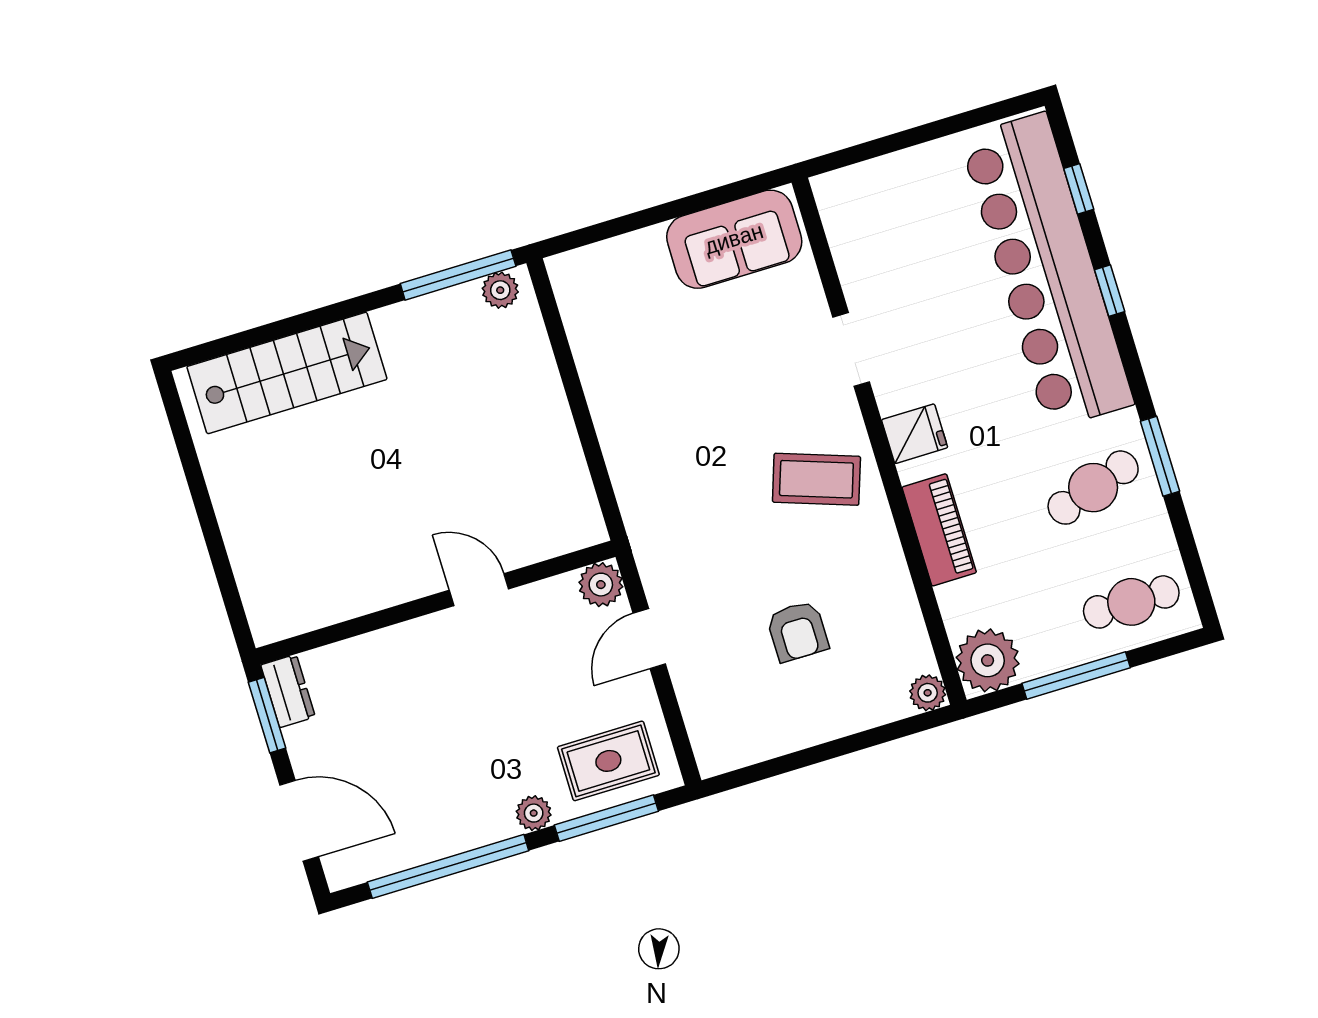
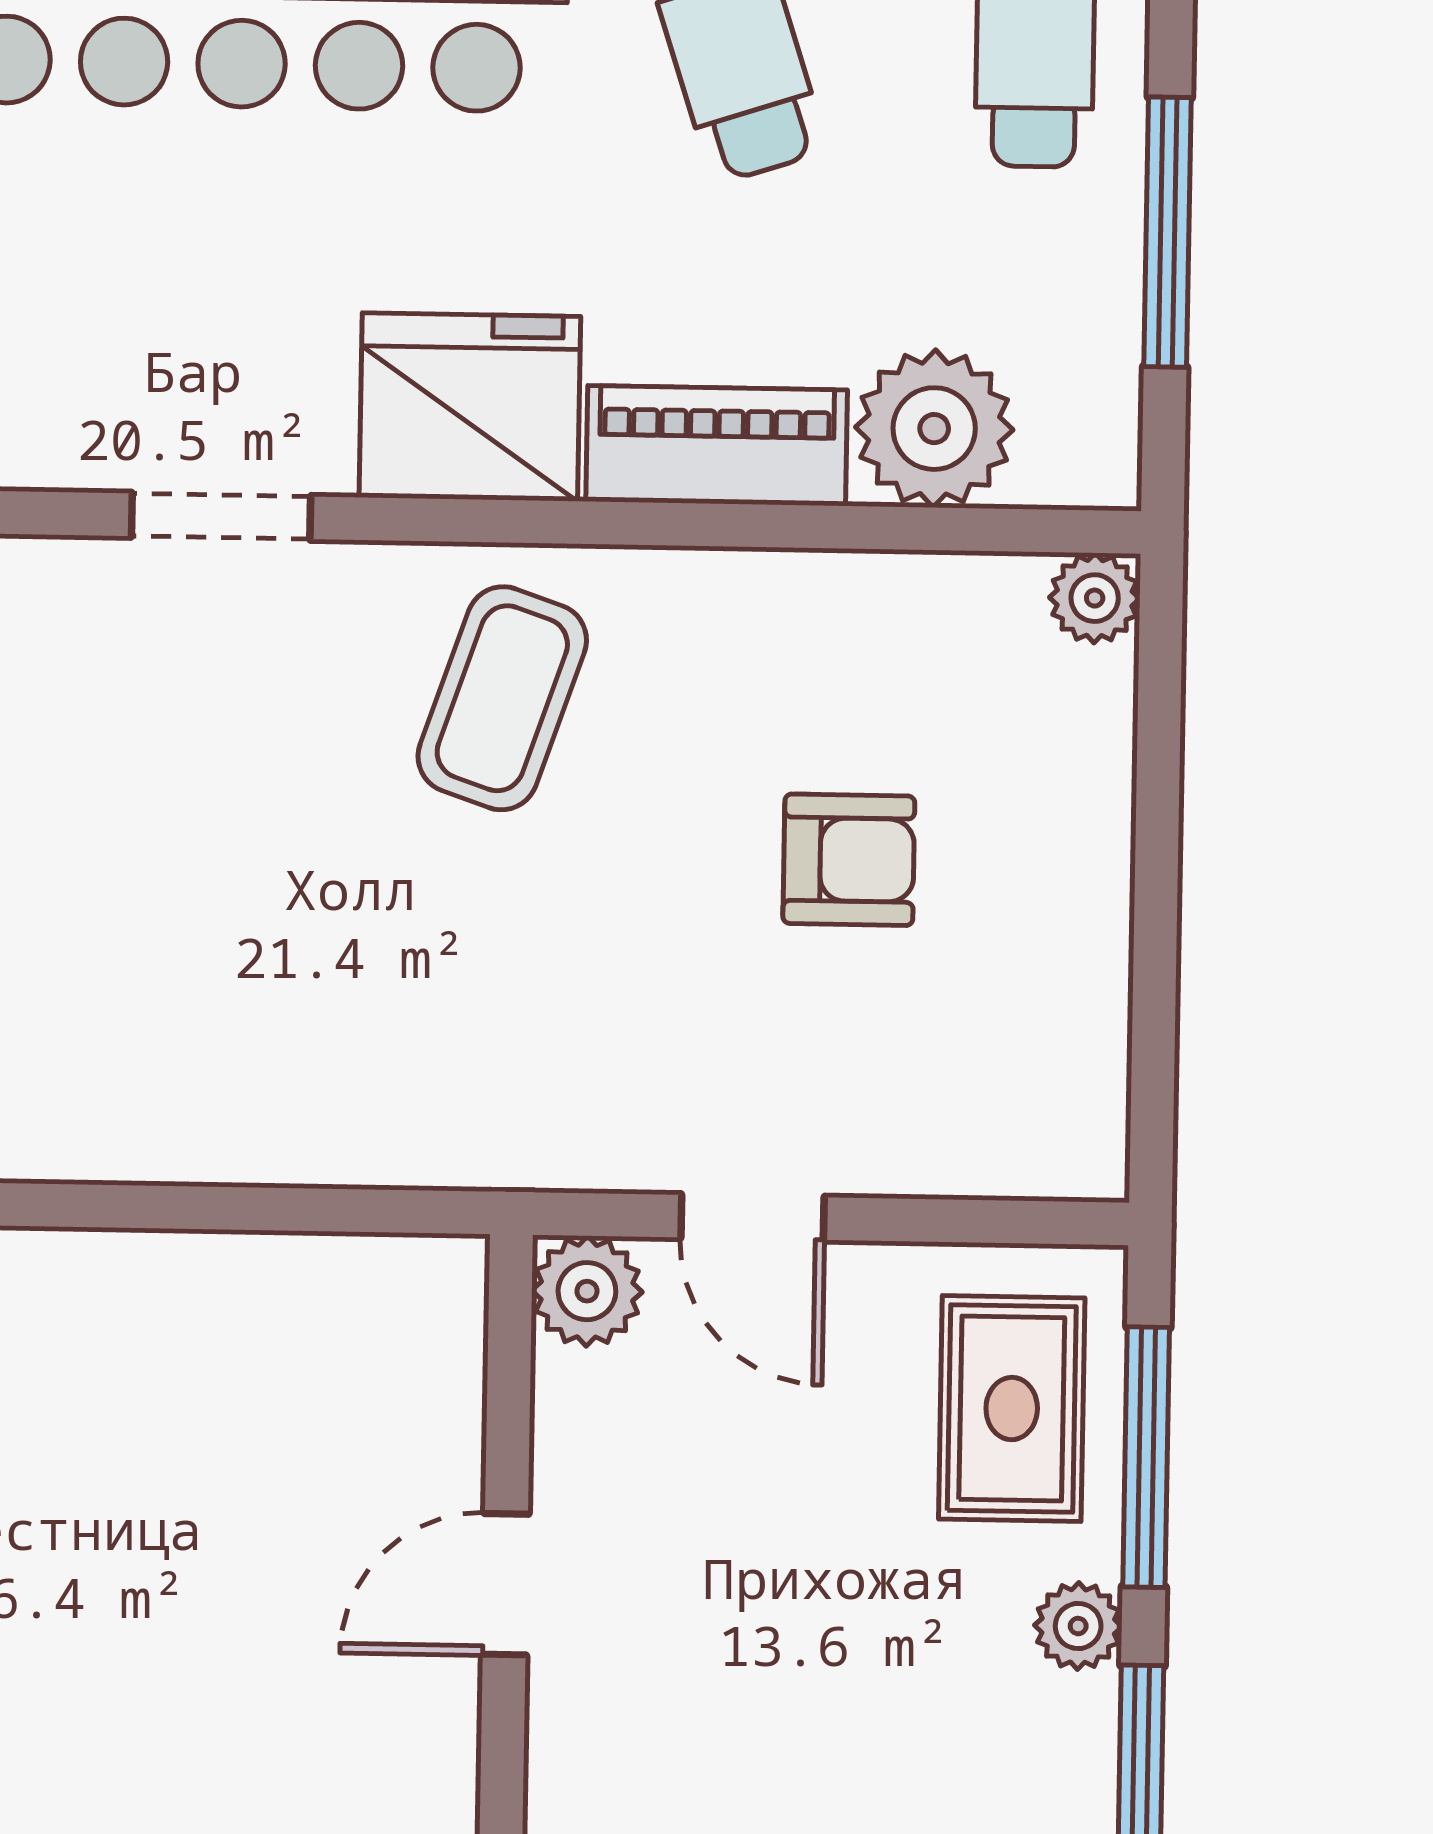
fridge: (915, 434) -> (470, 407), width x1.88, depth x1.34
plant: (988, 660) -> (934, 429), moved

